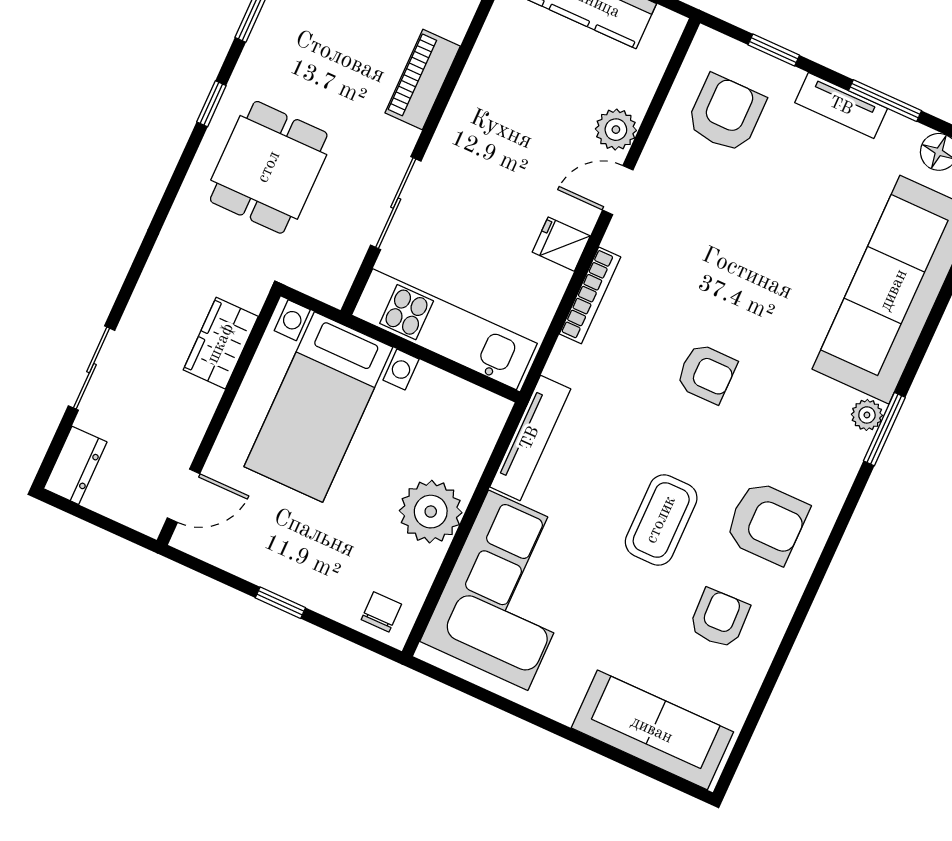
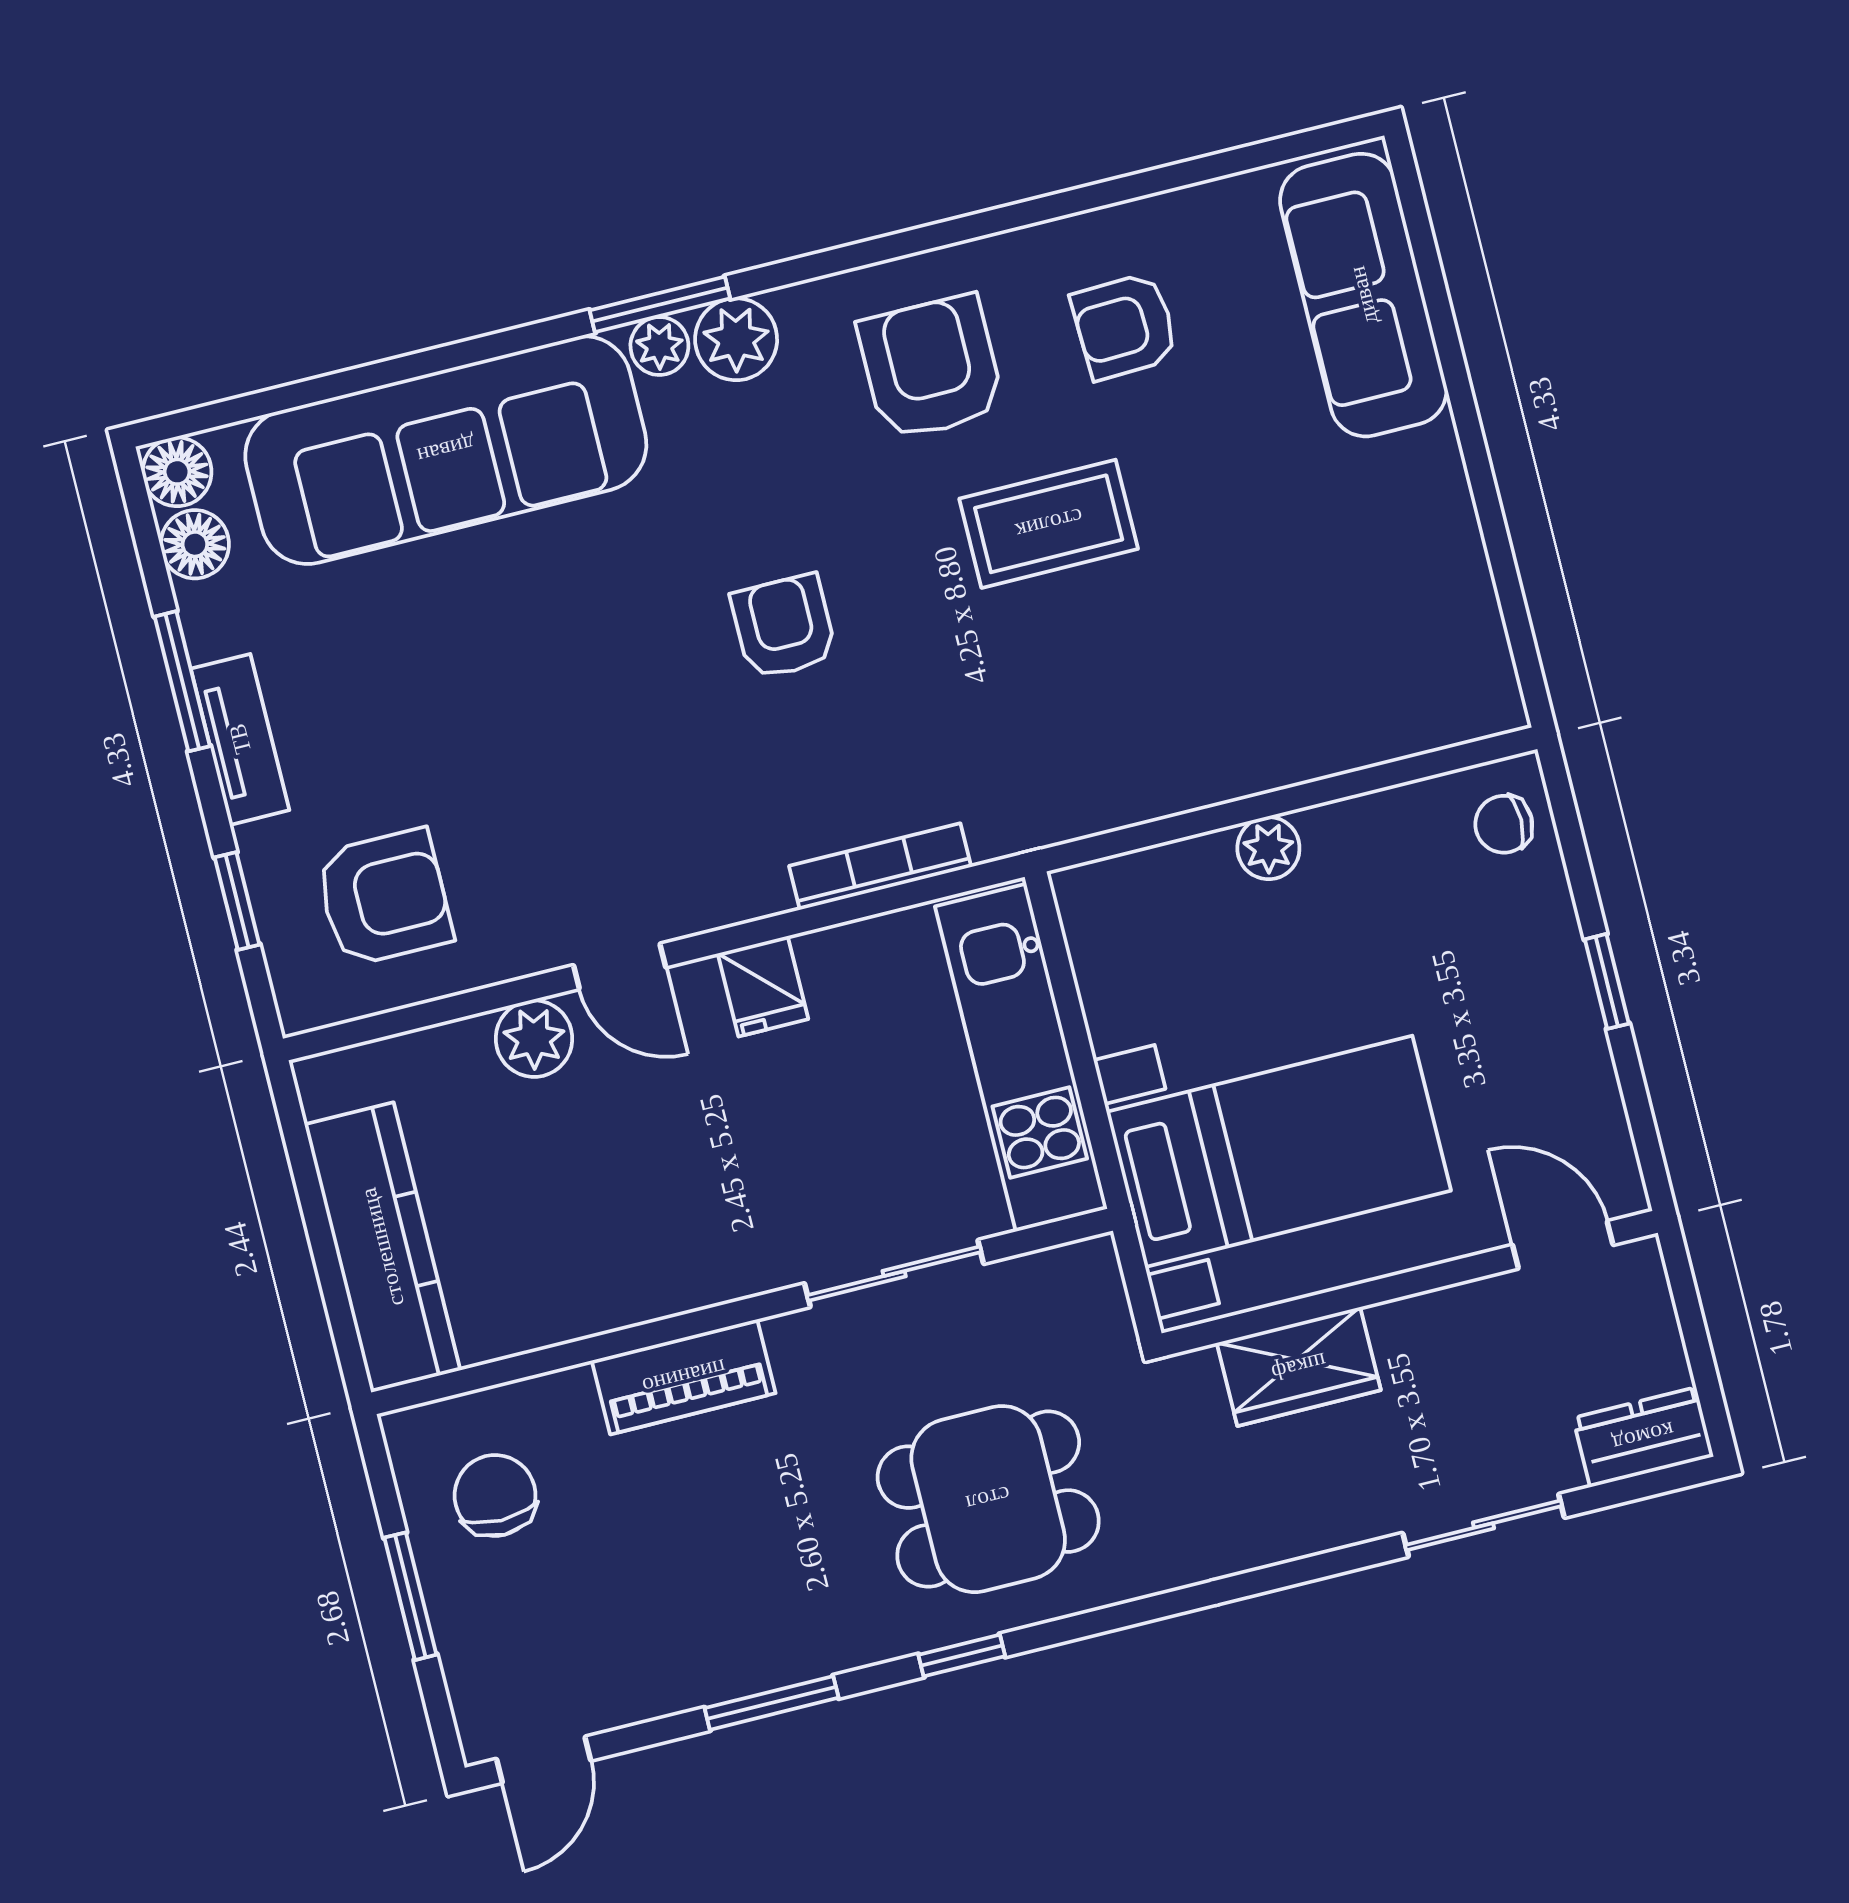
armchair: (726, 113) -> (384, 898), turned 180
bookcase: (590, 295) -> (880, 867), moved
tv unit: (530, 438) -> (1080, 808), removed
plant: (844, 450) -> (736, 339), added
plant: (431, 512) -> (1268, 848), width x0.53, depth x0.53
corner sofa: (508, 590) -> (1327, 665), removed

